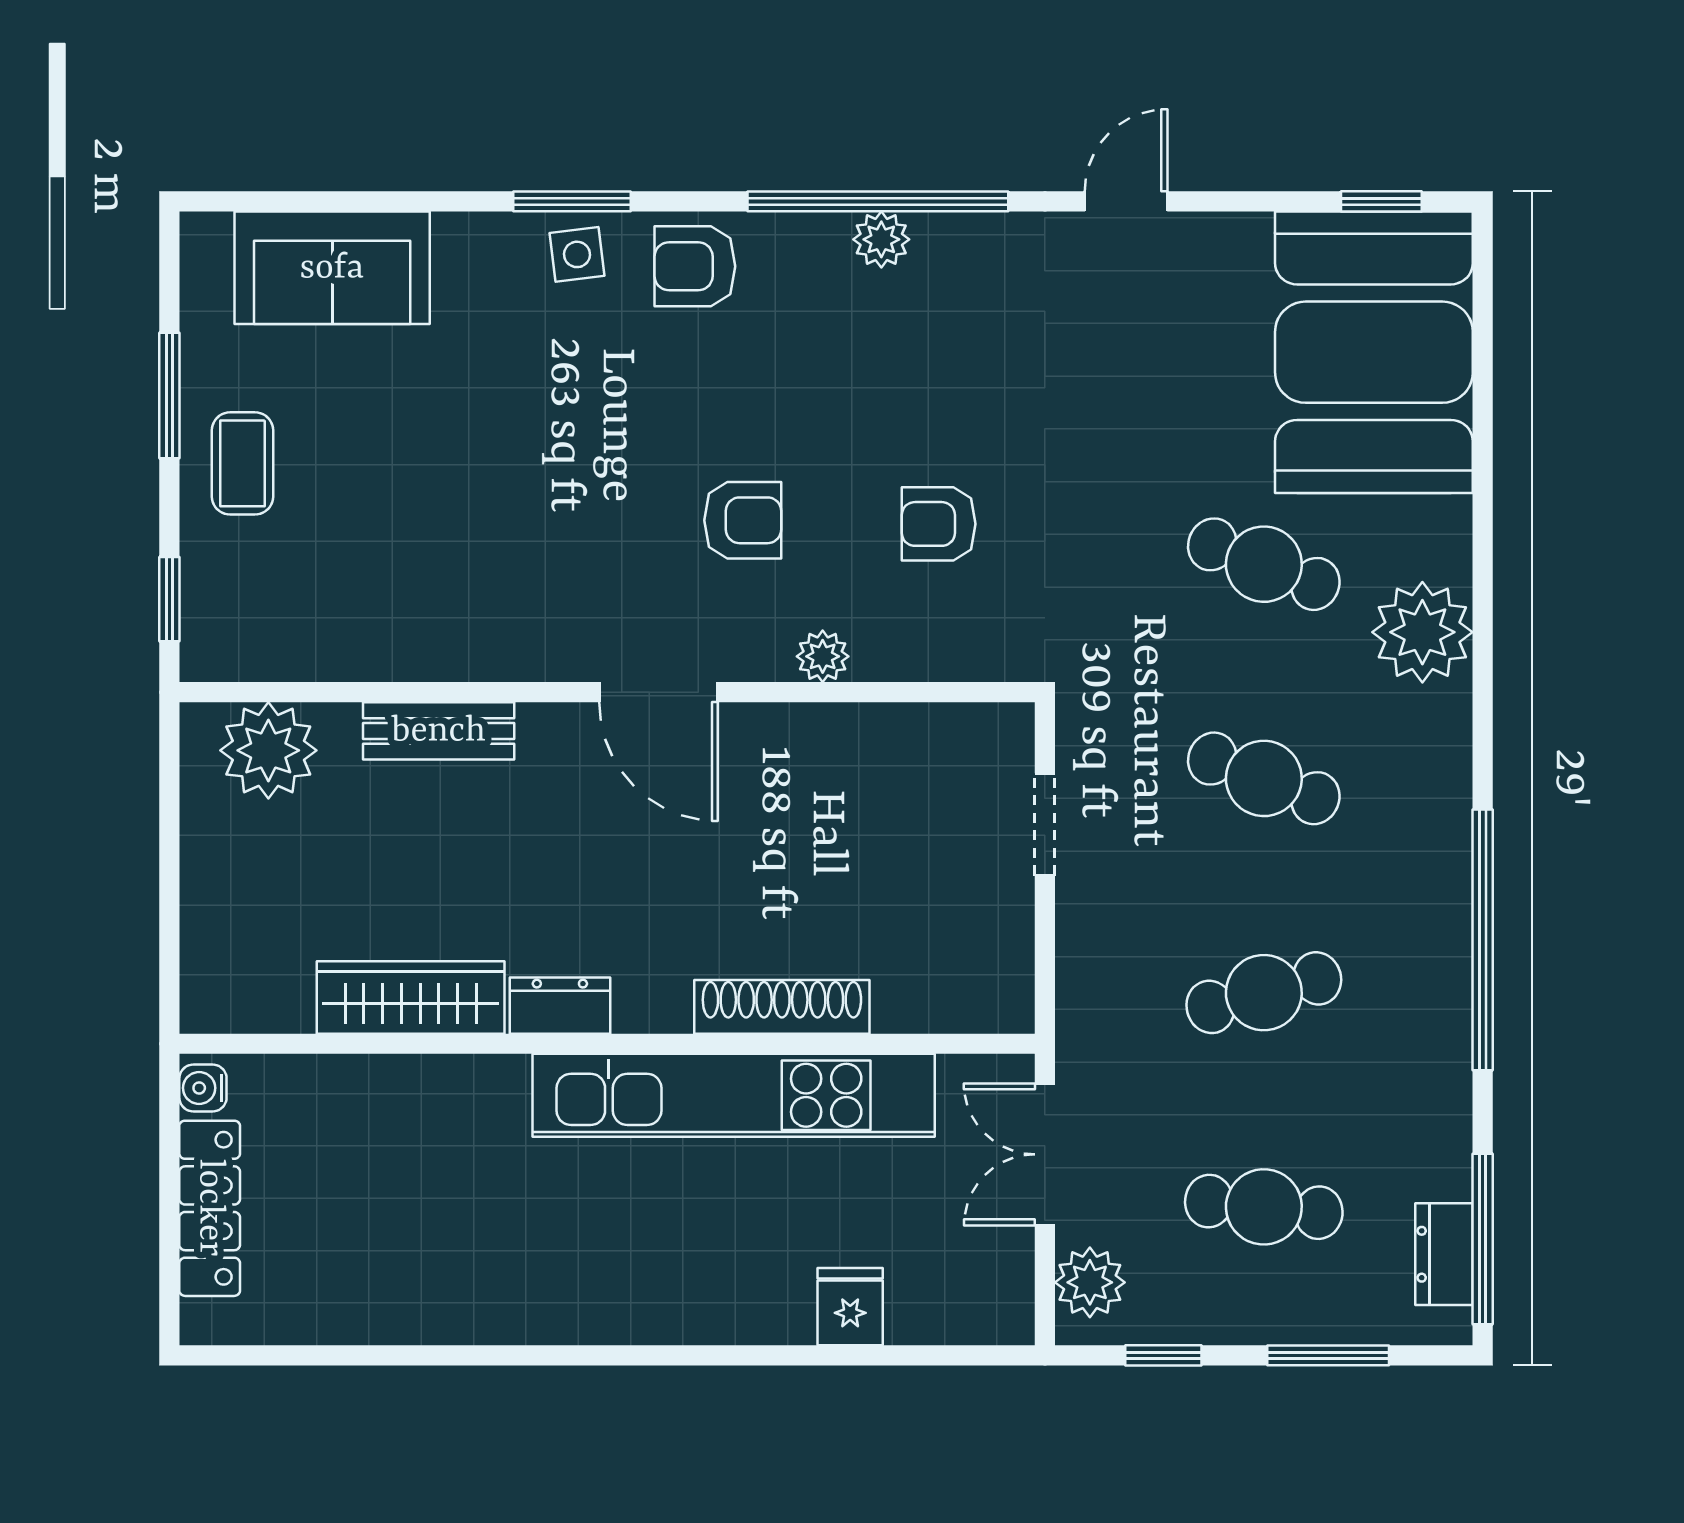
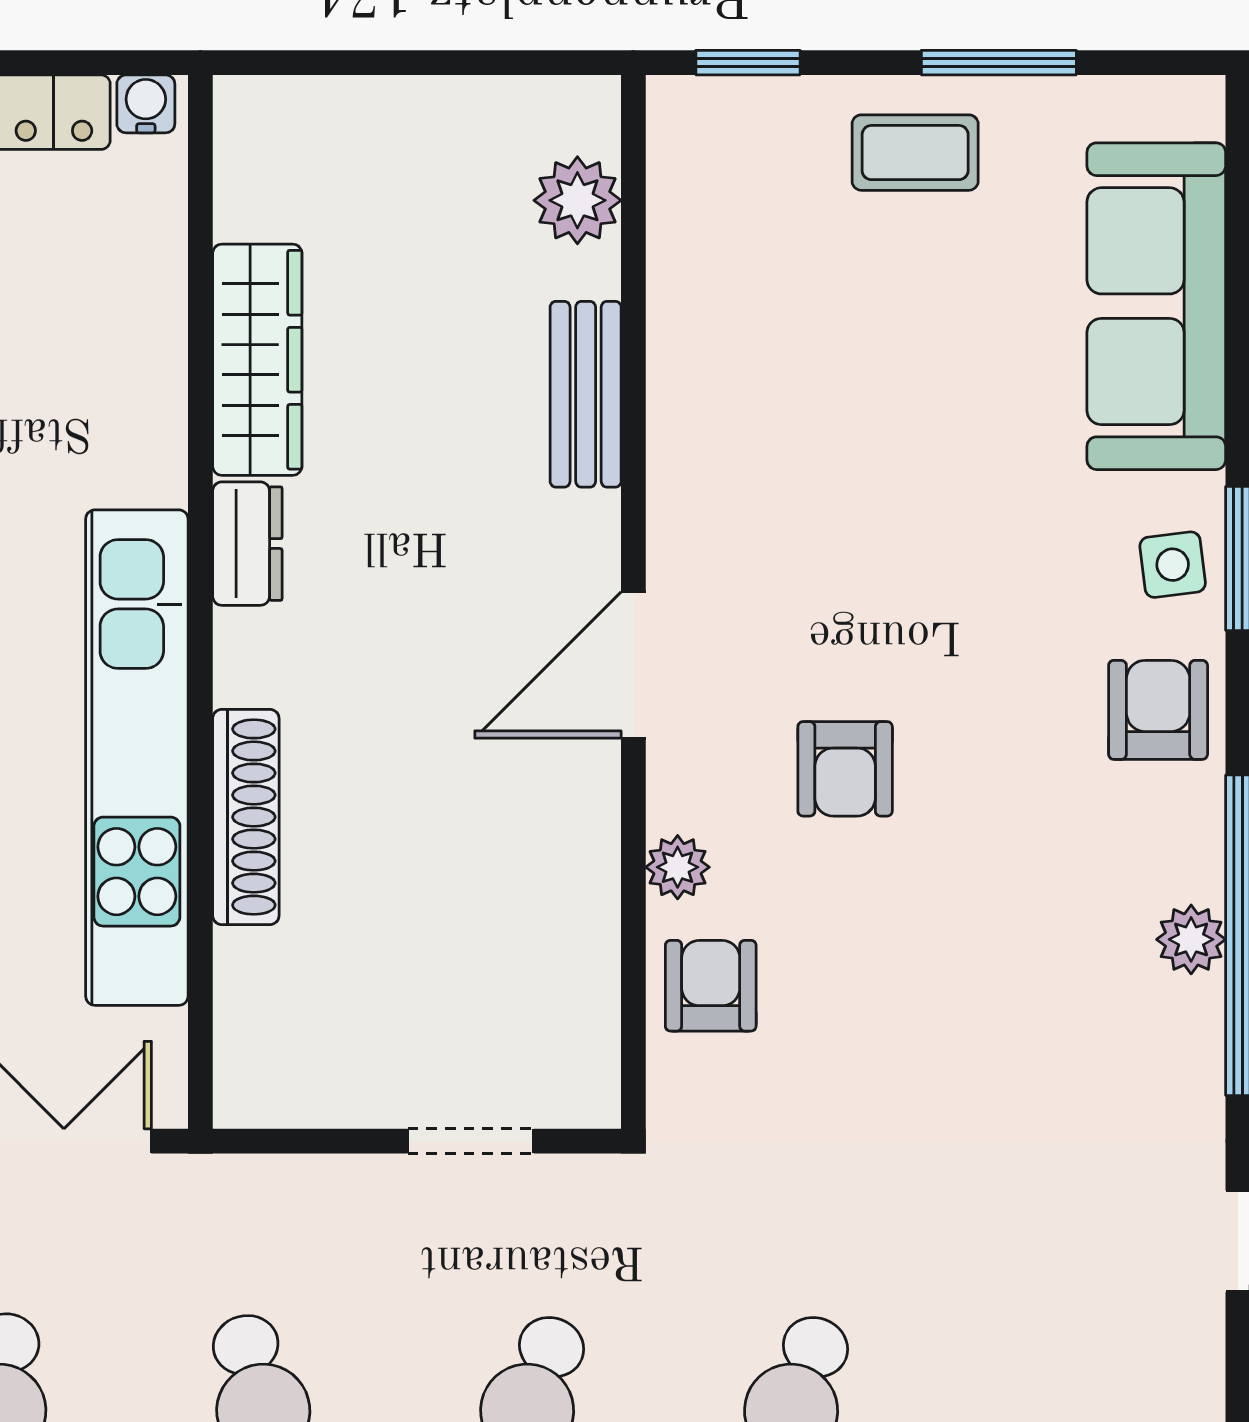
sofa: (332, 268) -> (1156, 306), width x1.36
armchair: (939, 524) -> (711, 986), moved
plant: (268, 750) -> (577, 200), width x0.73, depth x0.73

